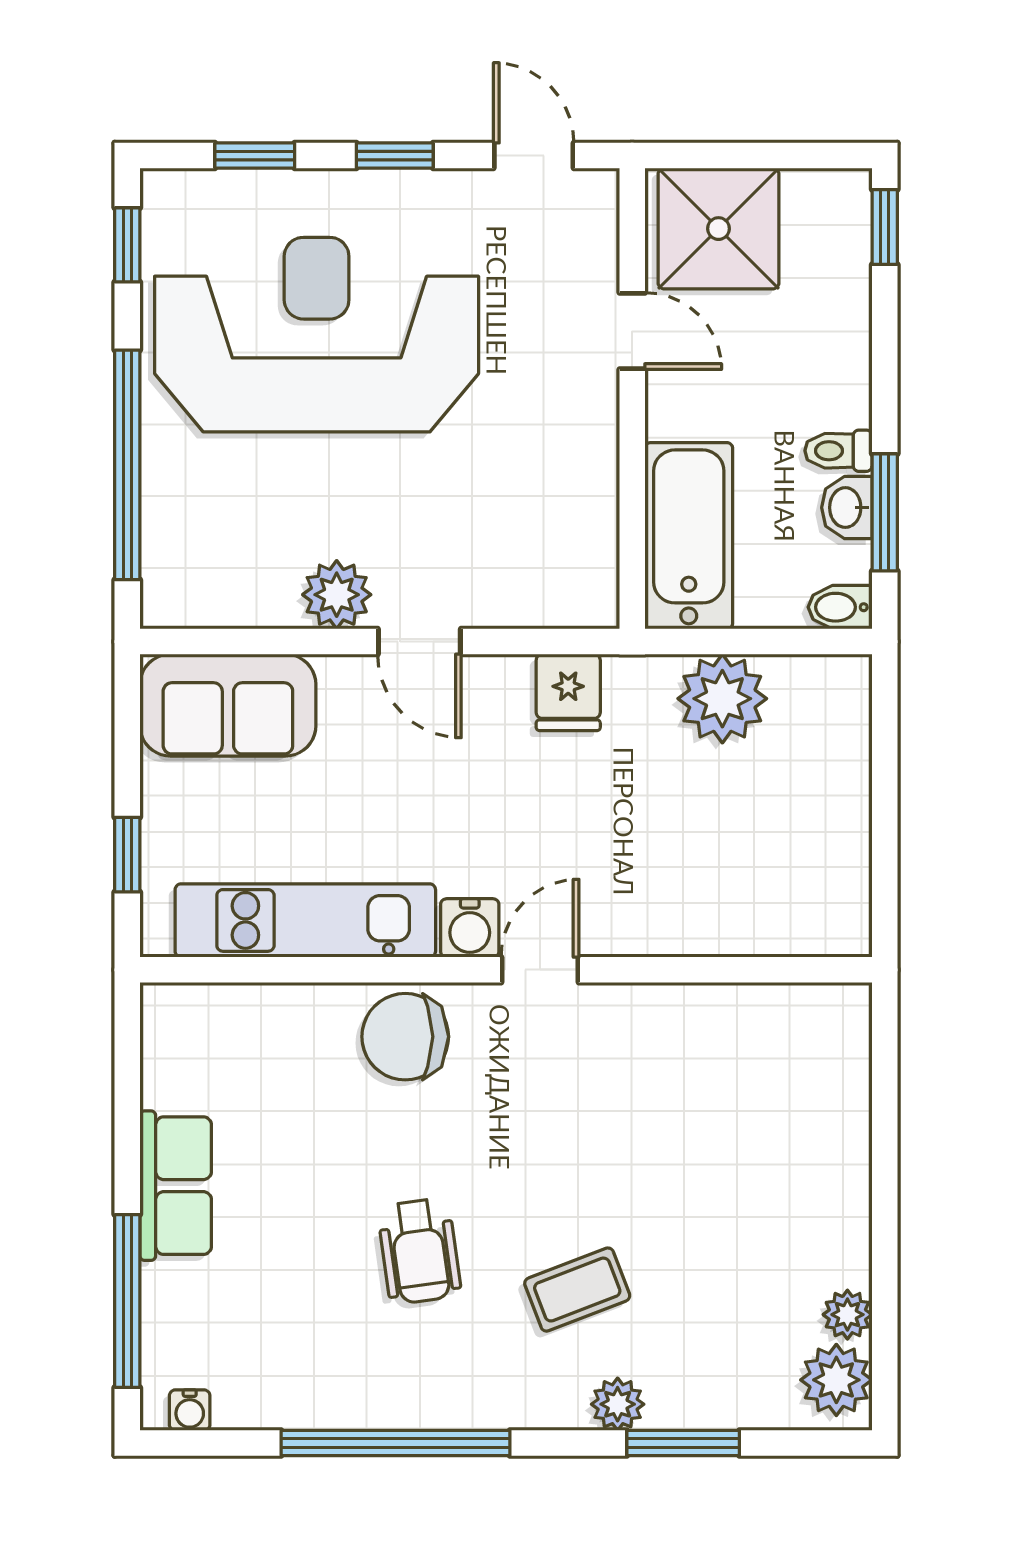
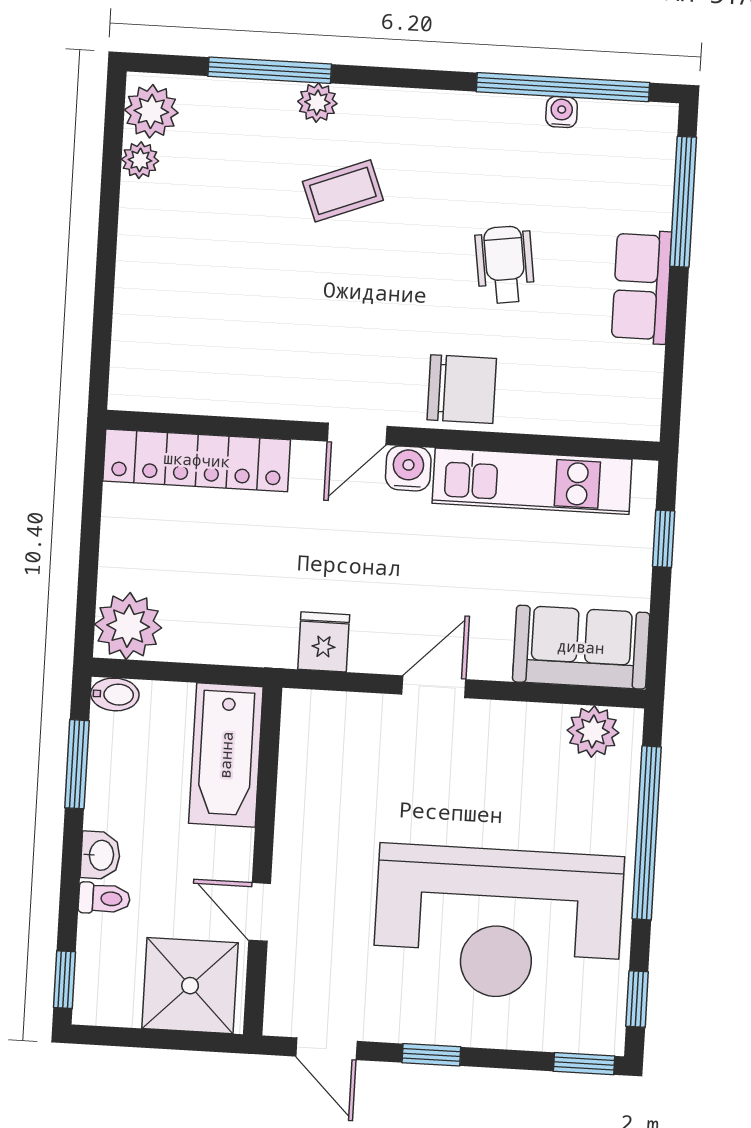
window: (255, 156) -> (584, 1064), moved
toilet: (838, 451) -> (104, 898), moved
washbasin: (847, 508) -> (100, 855), moved
plant: (337, 595) -> (593, 731), moved
door: (419, 642) -> (434, 687), hinge flipped
plant: (722, 699) -> (128, 626), moved
locker: (750, 923) -> (197, 460), added
wheelchair: (419, 1251) -> (505, 265), moved
water cooler: (190, 1410) -> (562, 112), moved
window: (396, 1443) -> (563, 87), moved
window: (683, 1443) -> (270, 70), width x1.44

